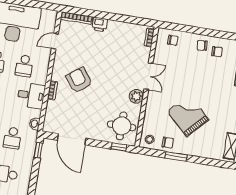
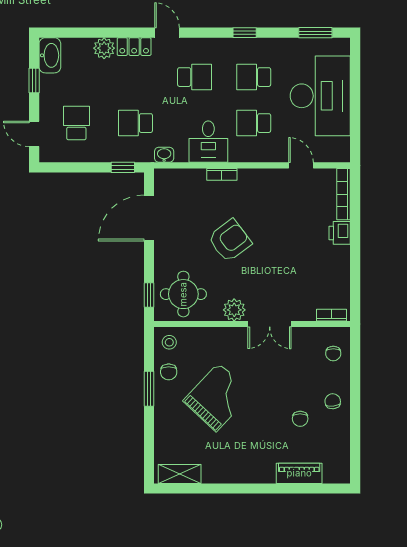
chair: (217, 52) -> (300, 419), moved
armchair: (79, 80) -> (230, 241), moved

